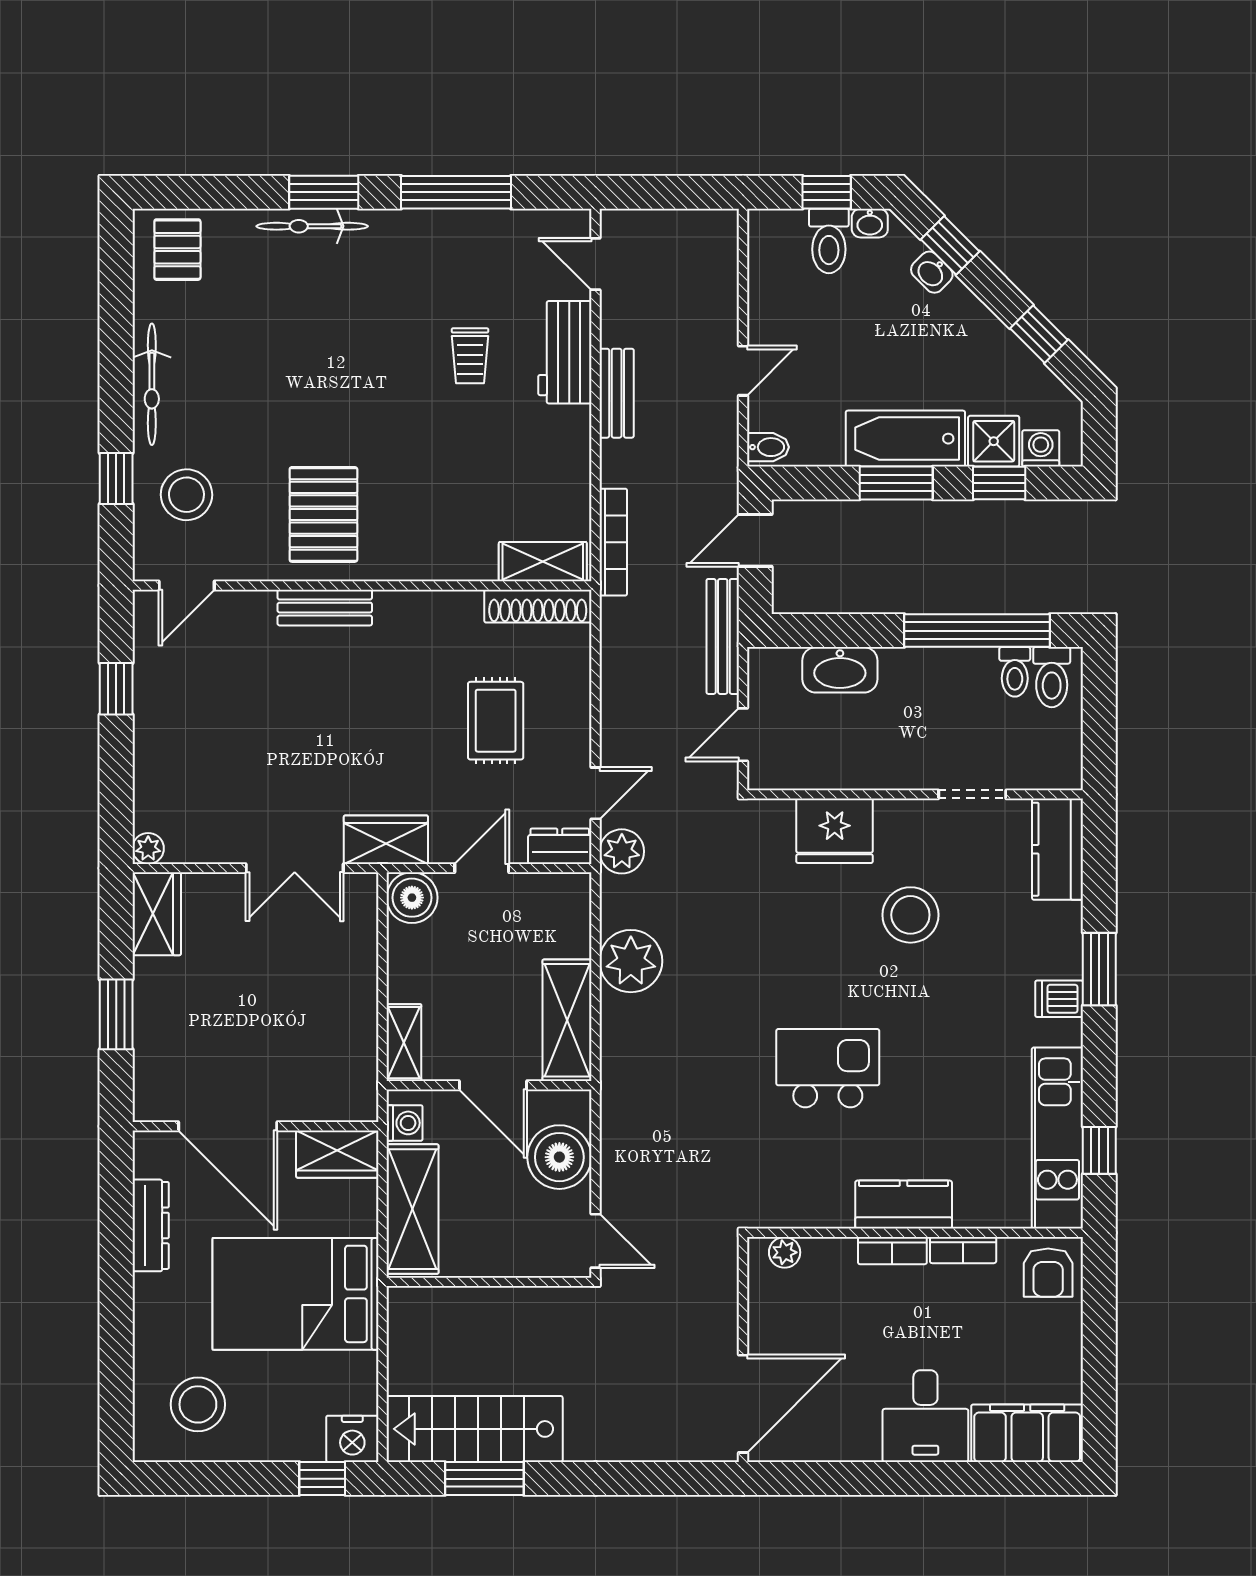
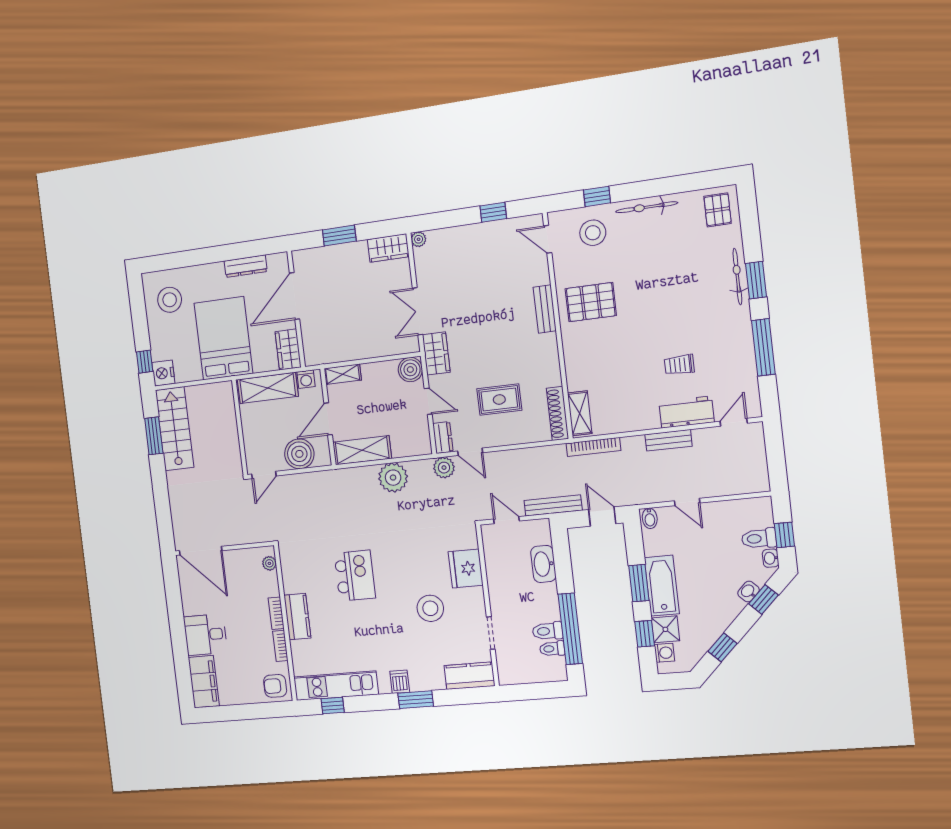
pallet: (177, 250) -> (718, 210), turned 90
toilet: (1052, 677) -> (548, 631), moved

